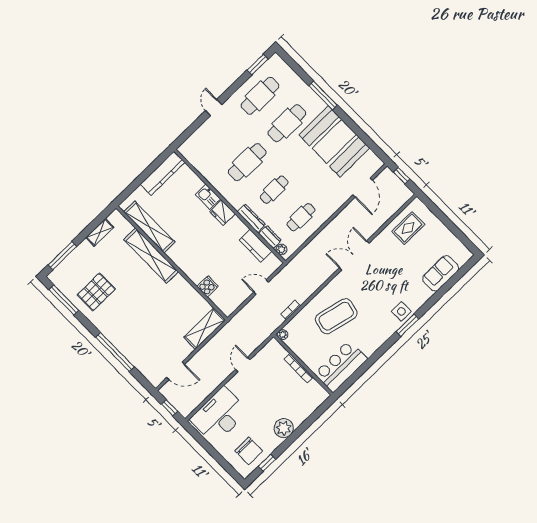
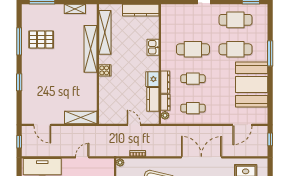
fridge: (222, 213) -> (152, 79), moved
double door: (354, 255) -> (201, 157), width x1.36
cooker: (208, 286) -> (105, 70), moved
window: (64, 300) -> (19, 41), moved
window: (115, 352) -> (19, 82), width x0.47

